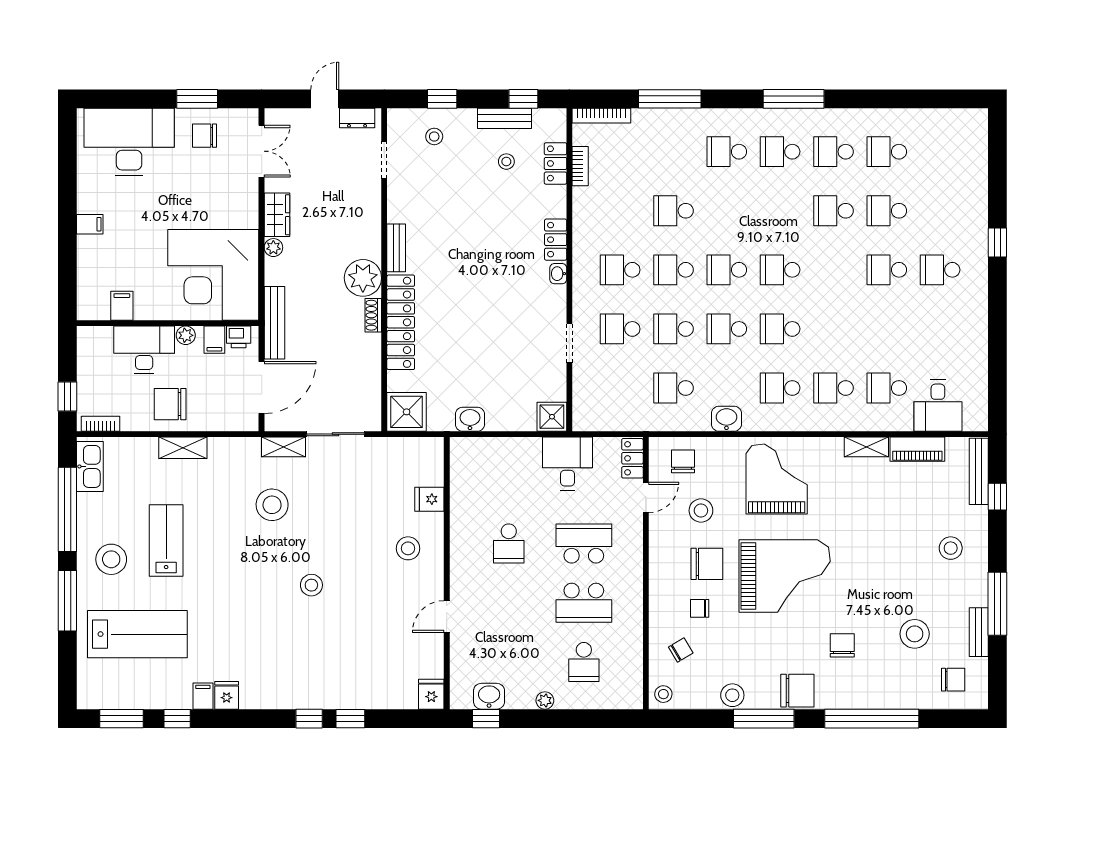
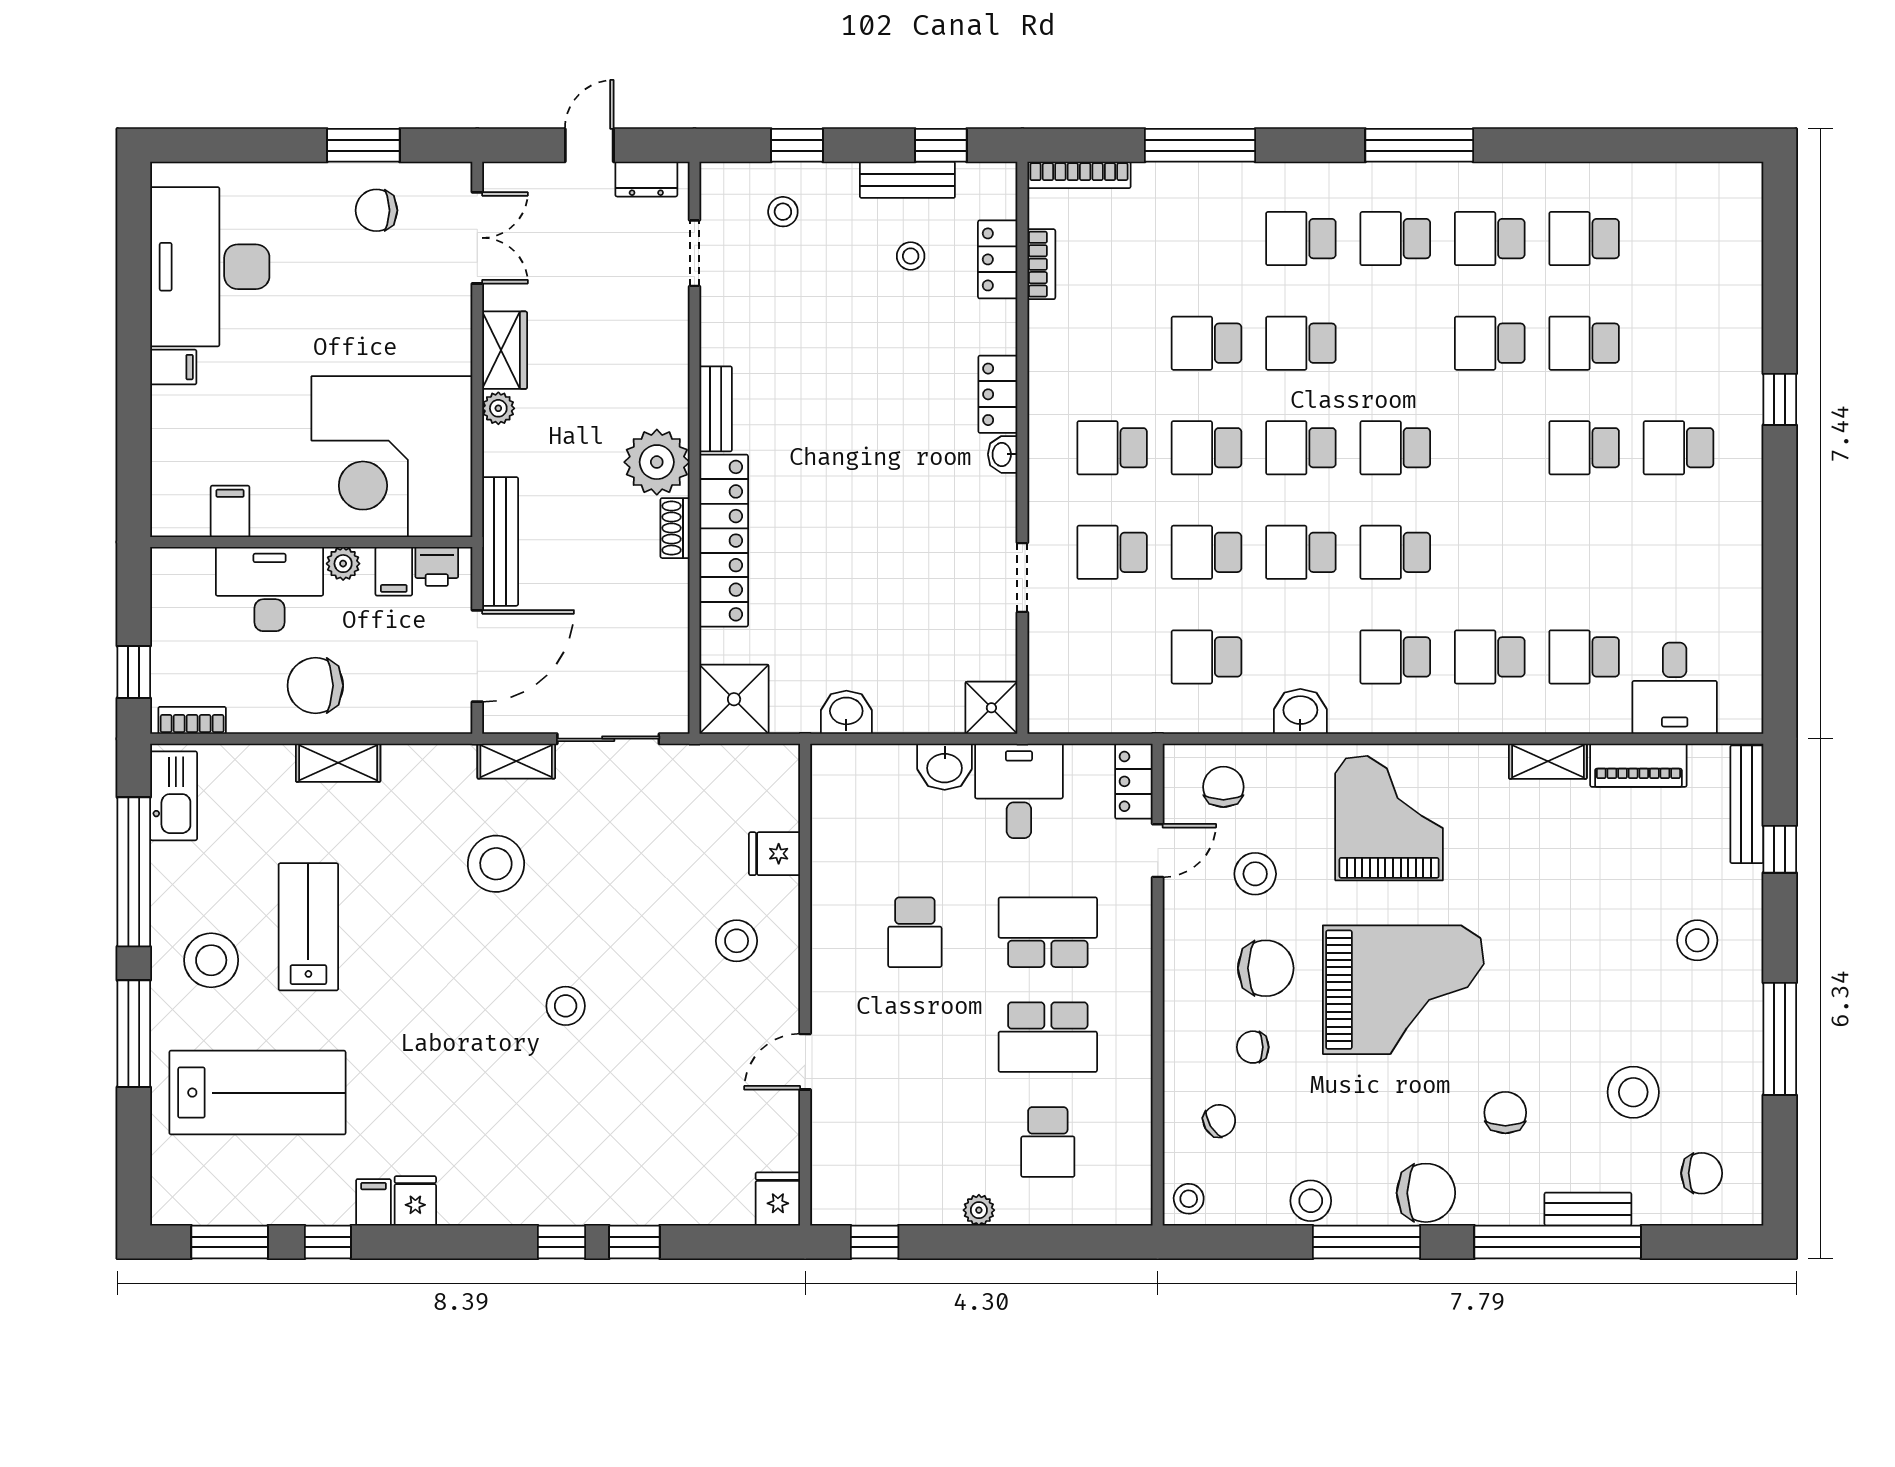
desk: (129, 142) -> (210, 267), moved, turned -90
school desk: (727, 211) -> (1301, 343), added
bench: (979, 632) -> (1588, 1209), moved, turned 90
washbasin: (489, 696) -> (945, 767), moved, turned 180

